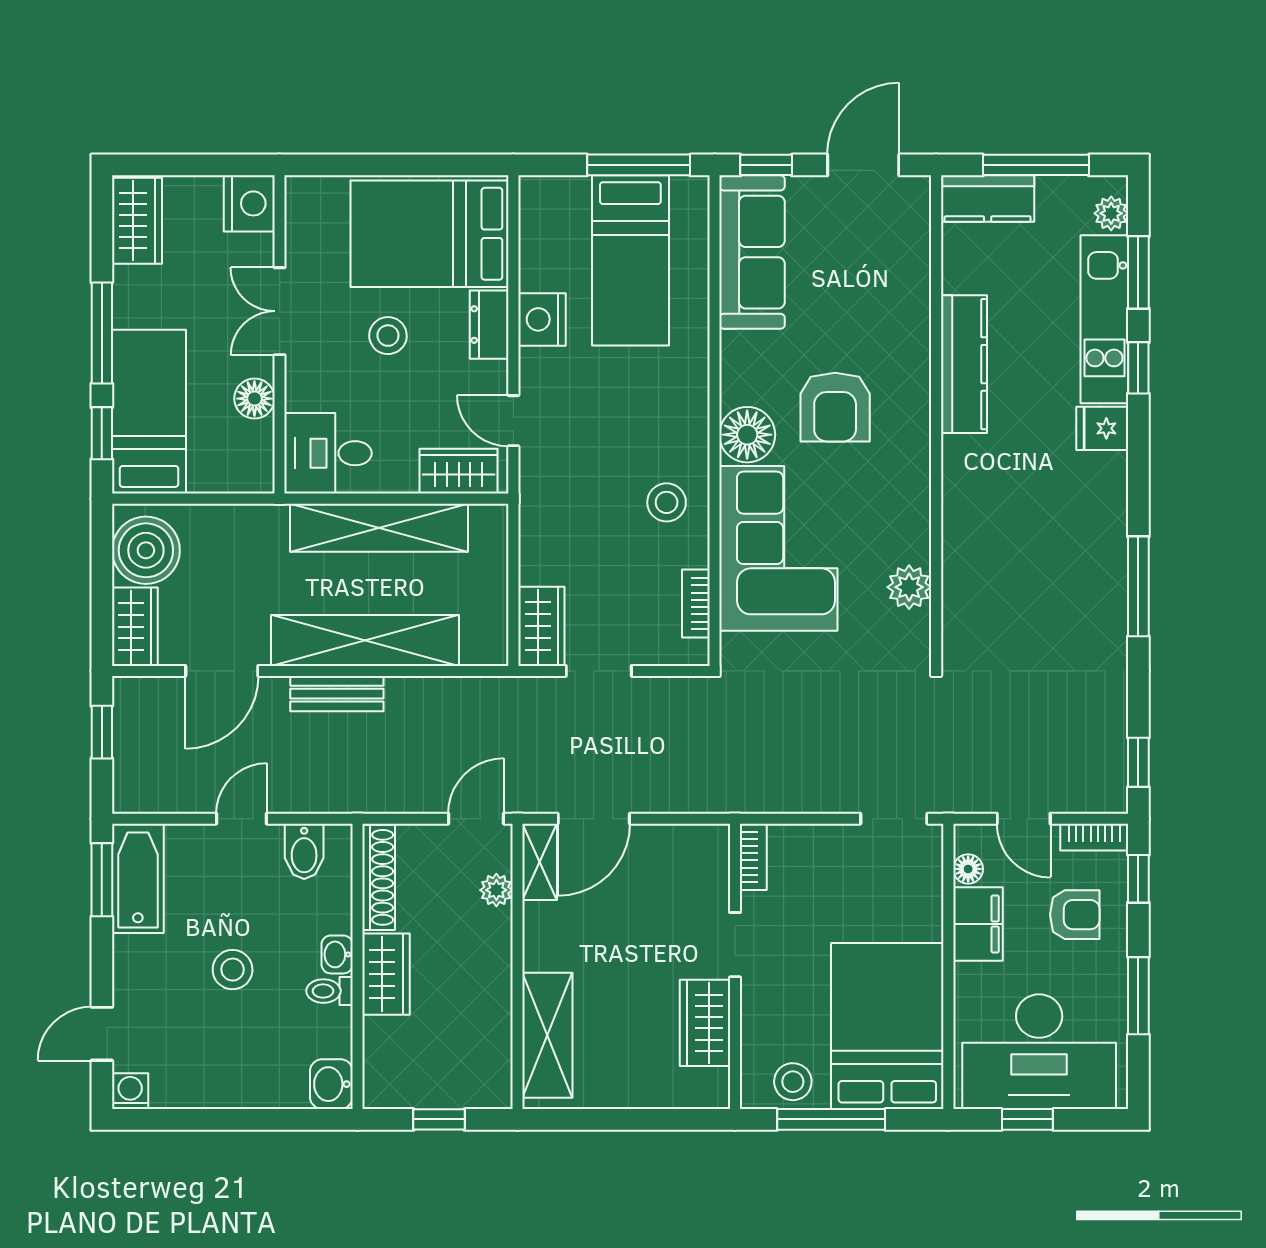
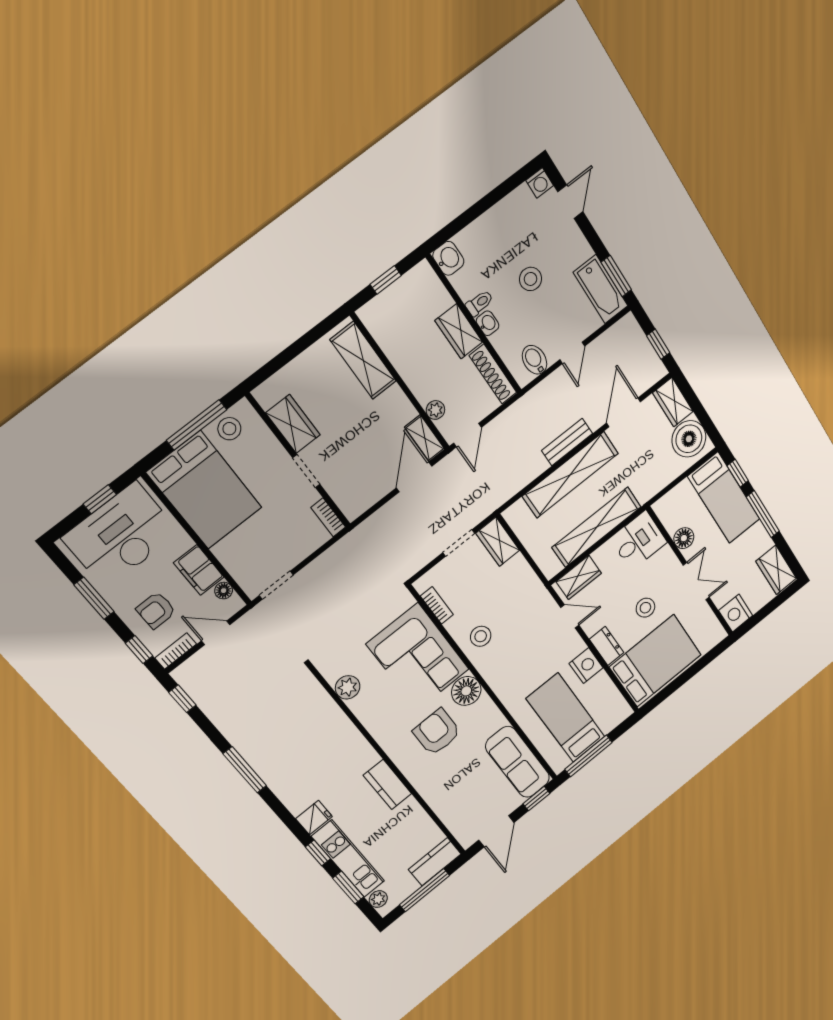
kitchen counter: (964, 364) -> (387, 785), width x0.67

